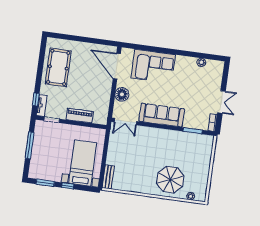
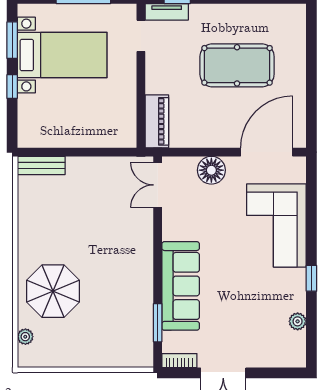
window: (181, 53) -> (311, 278), added
pool table: (58, 67) -> (237, 65), moved
sofa: (162, 115) -> (181, 286), moved
piano: (80, 116) -> (157, 121), moved
bed with nightstands: (83, 163) -> (62, 55), moved

